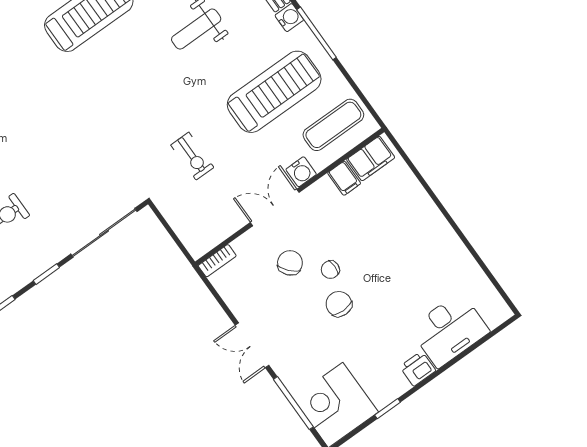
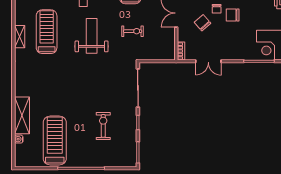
weight bench: (136, 93) -> (92, 36), added
double door: (252, 345) -> (208, 61), moved

